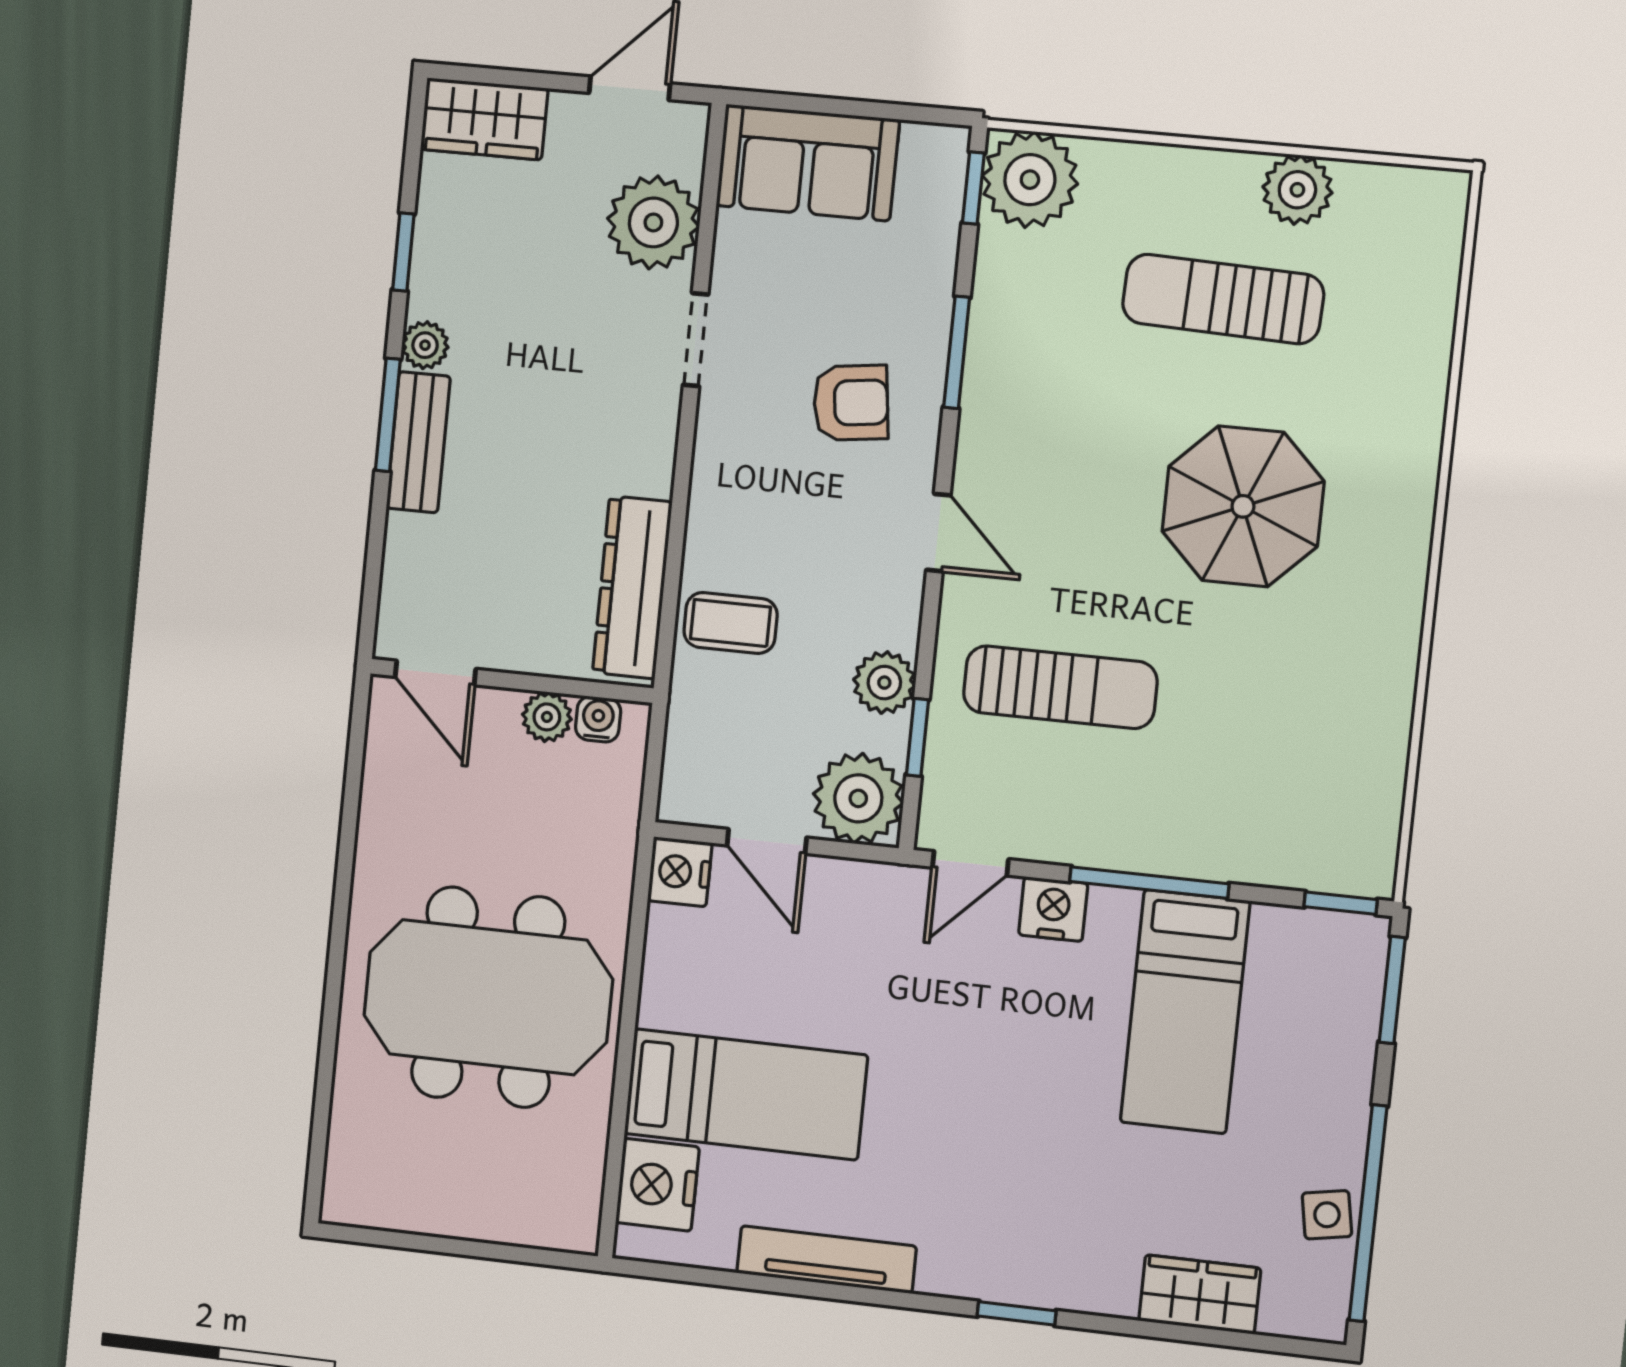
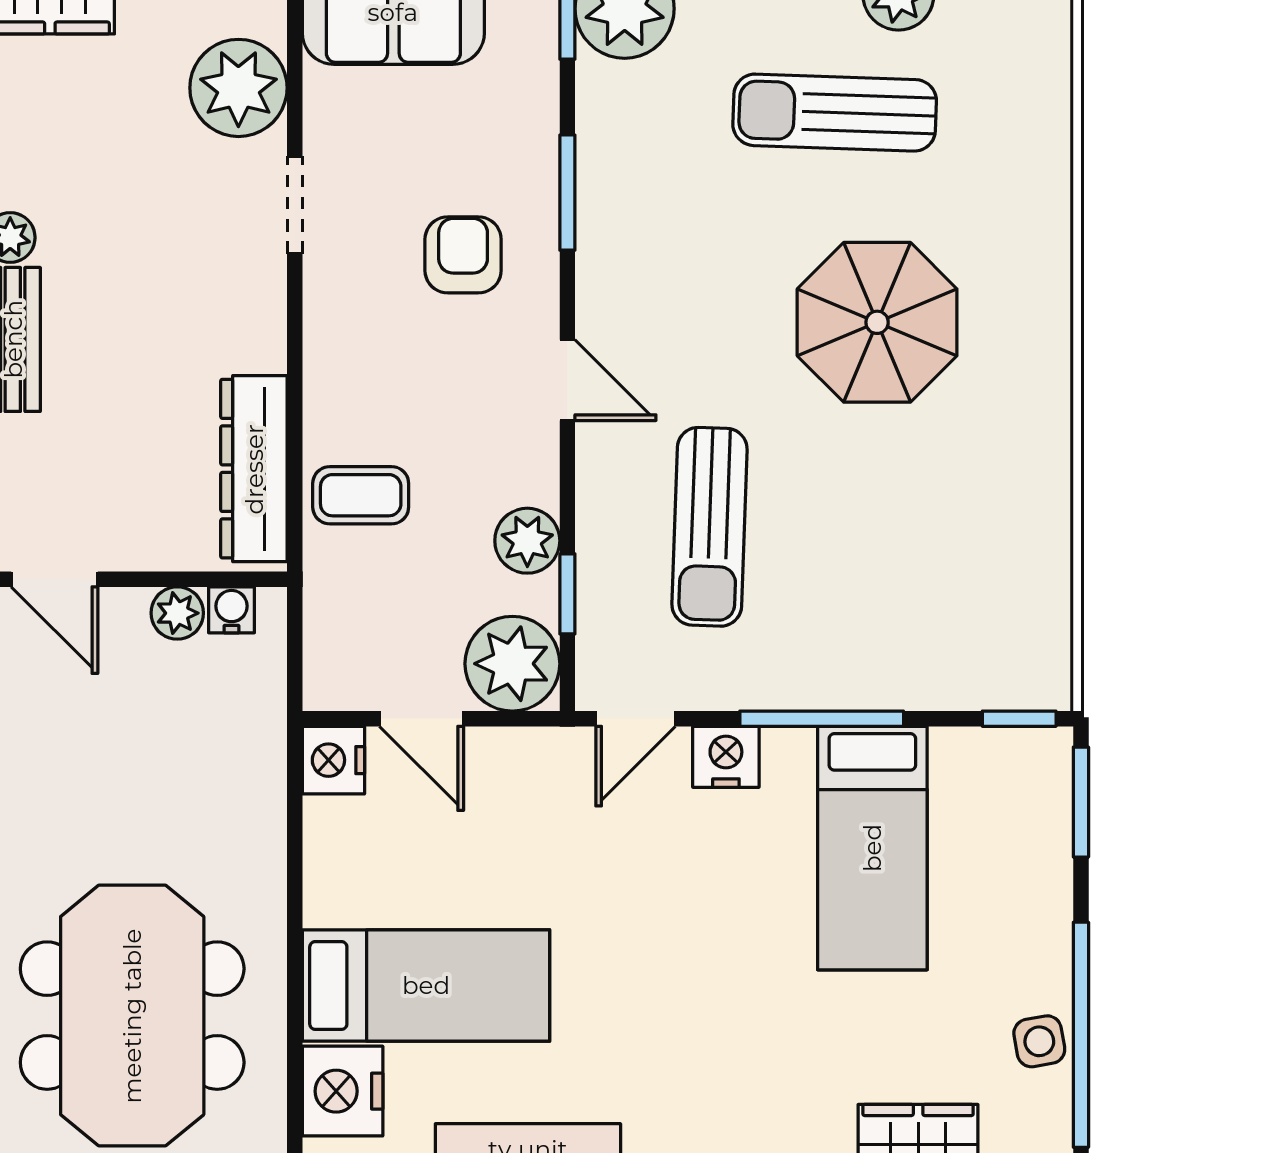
armchair: (851, 403) -> (463, 255), turned -83
sun lounger: (1060, 687) -> (709, 527), turned 92
meeting table: (488, 997) -> (132, 1016), moved, turned 90

